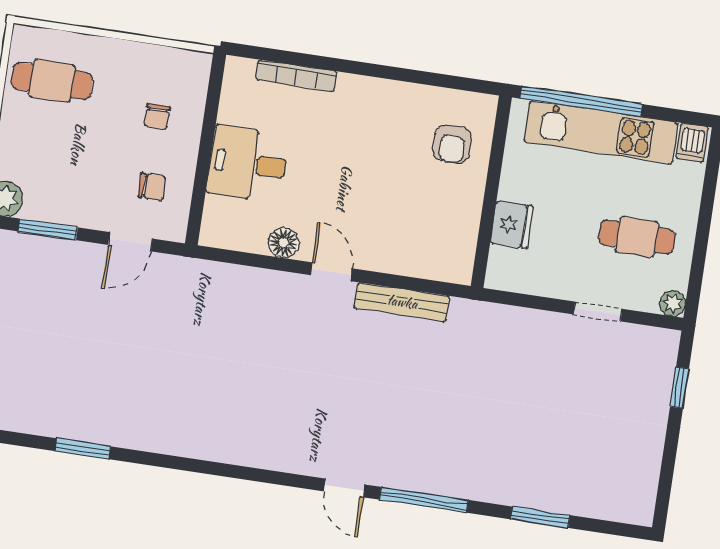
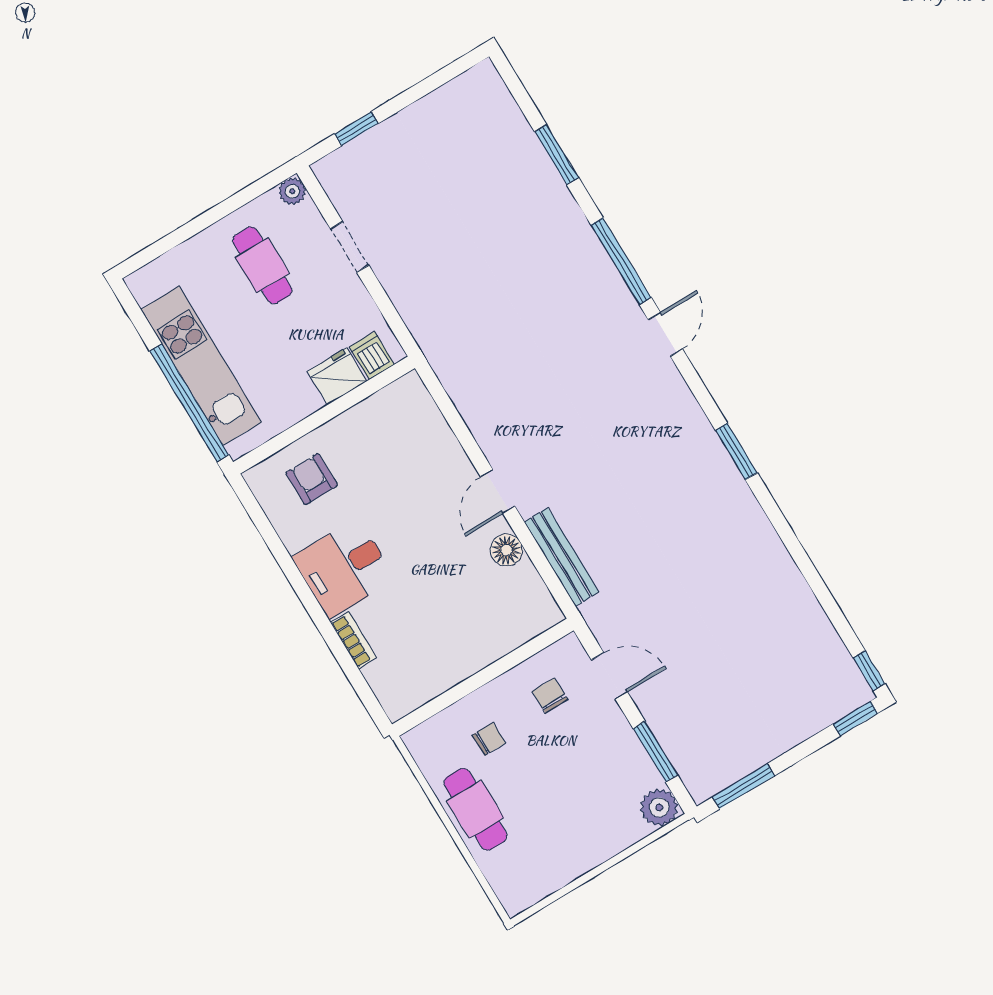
bookcase: (296, 76) -> (353, 640), width x0.64
cafe table: (52, 81) -> (475, 809), moved
dishwasher: (692, 143) -> (372, 356), moved, turned -90
armchair: (452, 144) -> (312, 479), turned -90
desk: (248, 164) -> (344, 568), moved, turned 90
bench: (402, 302) -> (562, 557), moved
window: (83, 449) -> (736, 451), moved

